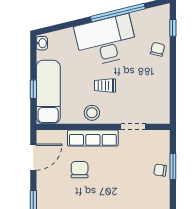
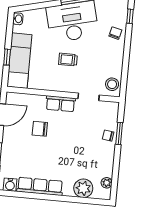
stool: (92, 113) -> (112, 84), moved
row of seats: (93, 138) -> (61, 104), width x0.68
chair: (80, 170) -> (40, 129), turned -90

